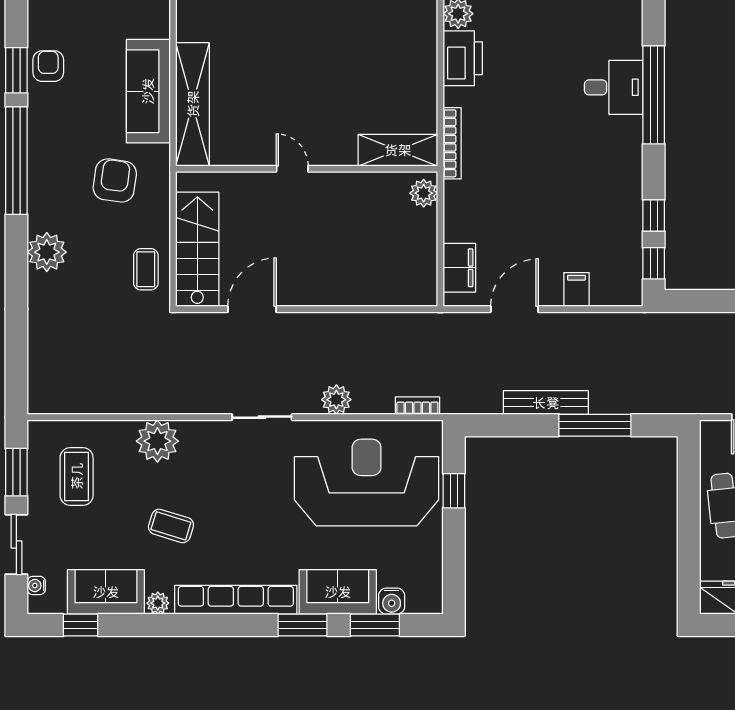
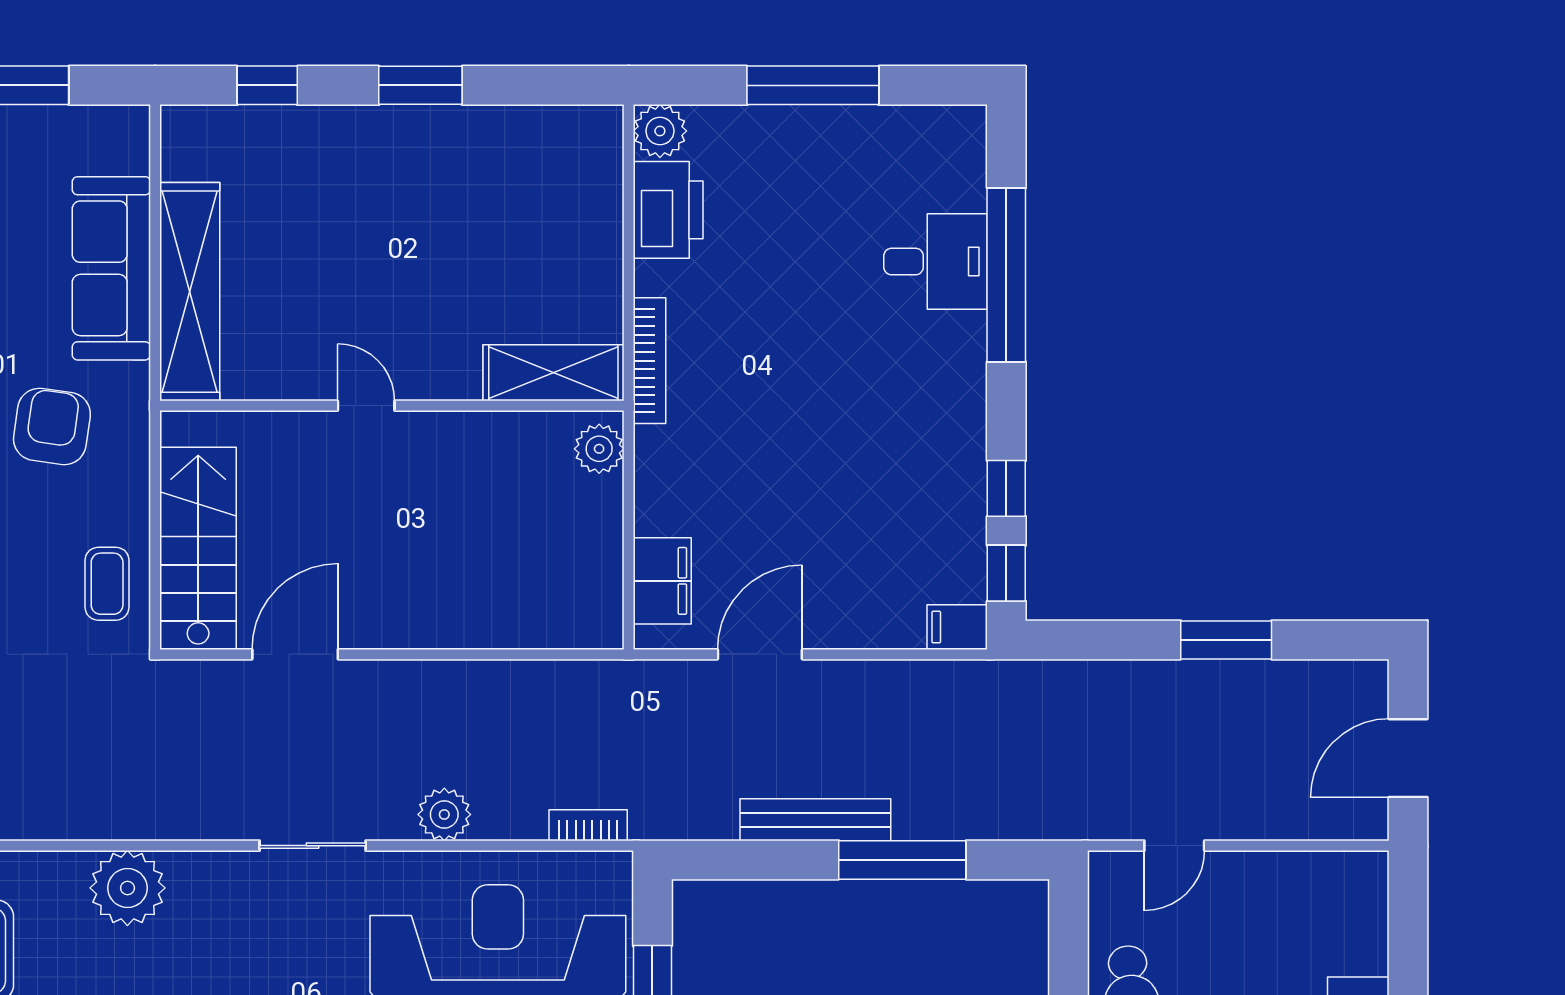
filing cabinet: (576, 290) -> (957, 627), moved, turned -90

